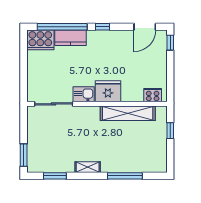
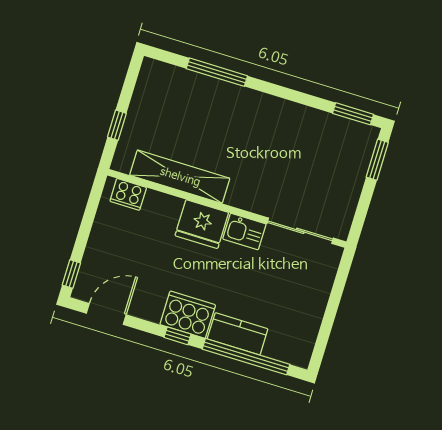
cooker: (40, 40) -> (188, 315), moved
shelving: (88, 167) -> (275, 106), removed
window: (55, 176) -> (353, 114), moved

